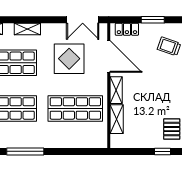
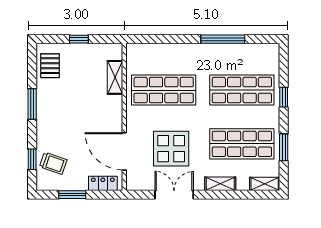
double door: (83, 20) -> (174, 195), moved
shelving: (116, 90) -> (116, 112), removed
window: (163, 151) -> (79, 39), moved

